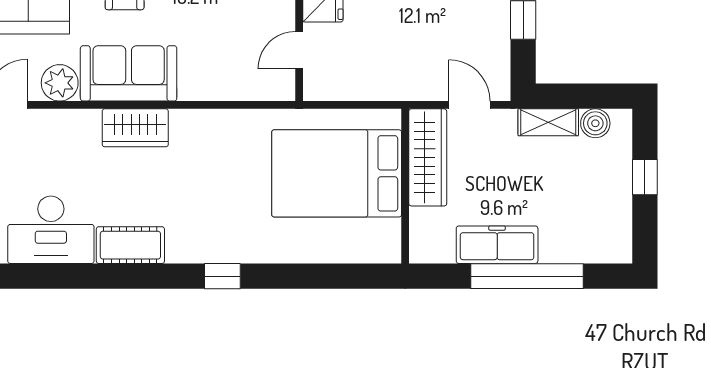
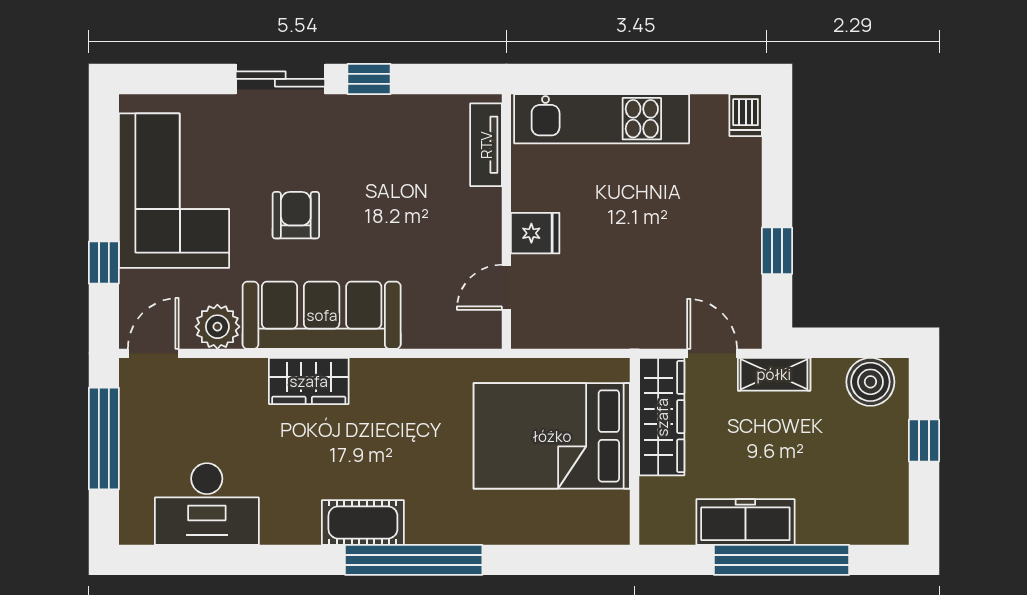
sofa: (129, 73) -> (322, 315), width x1.36
shelving: (548, 122) -> (774, 374), moved
boiler: (595, 123) -> (870, 382), width x1.36, depth x1.36
cot: (130, 245) -> (363, 522), moved
window: (222, 276) -> (414, 560), width x3.17

